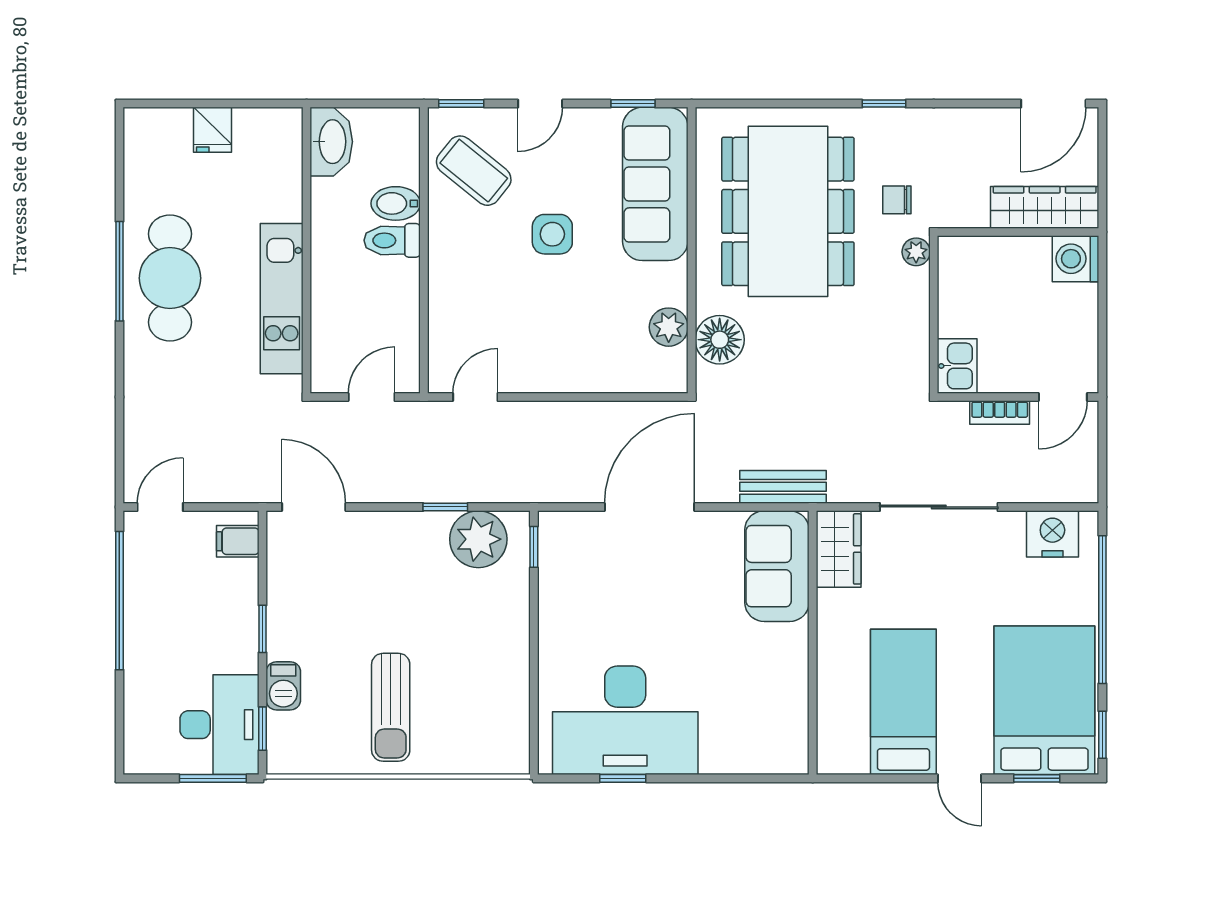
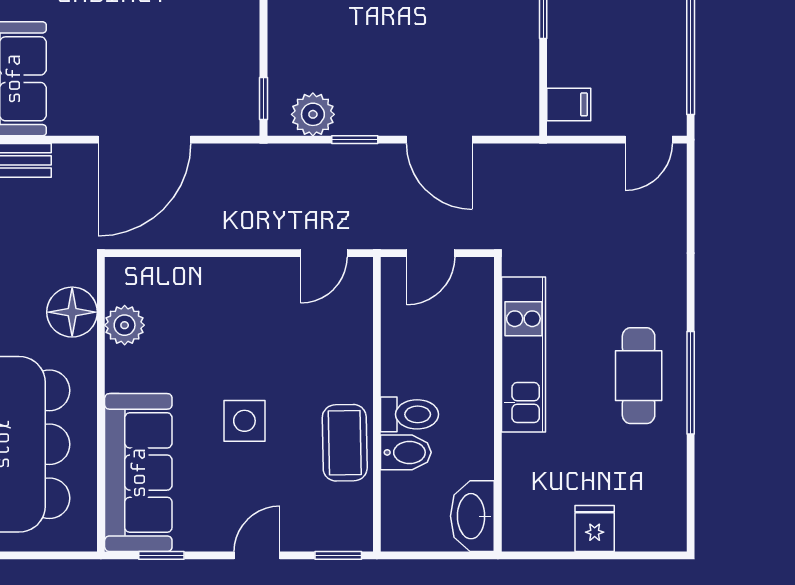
coffee table: (474, 171) -> (345, 443), moved, turned 50
cafe table: (170, 278) -> (639, 376), width x0.73, depth x0.74
door: (314, 507) -> (439, 140), moved
plant: (478, 539) -> (313, 114), width x0.73, depth x0.73

